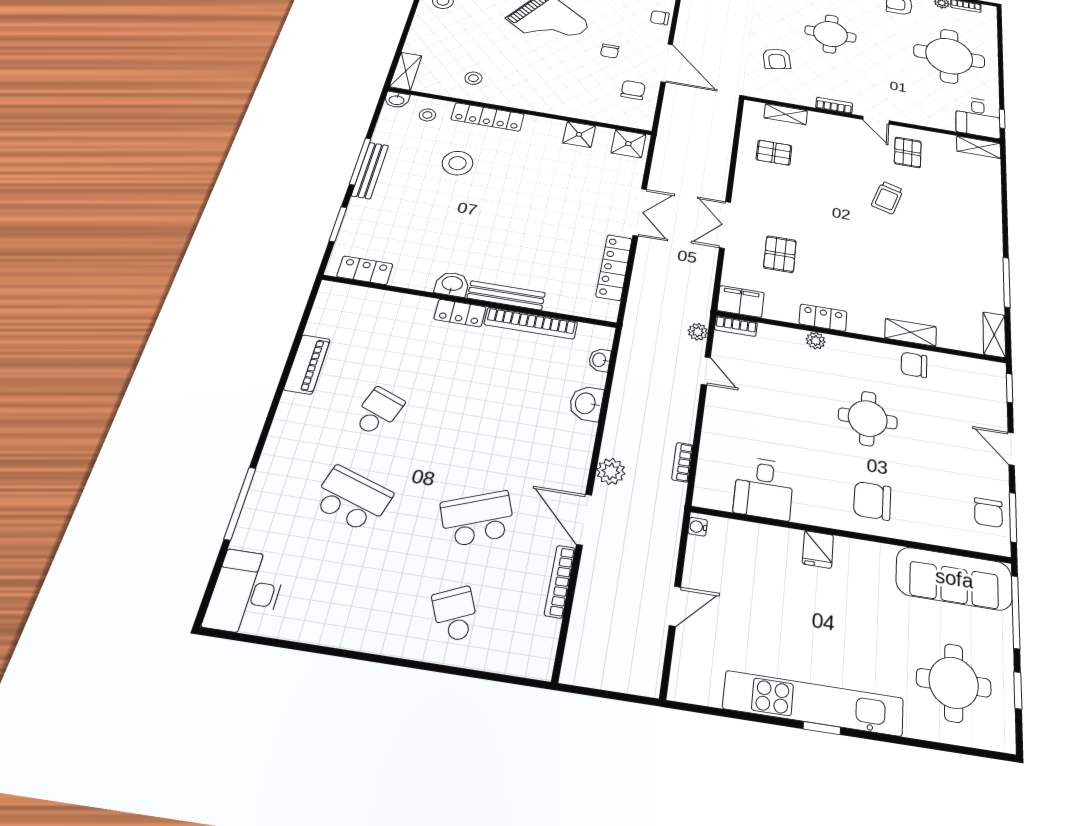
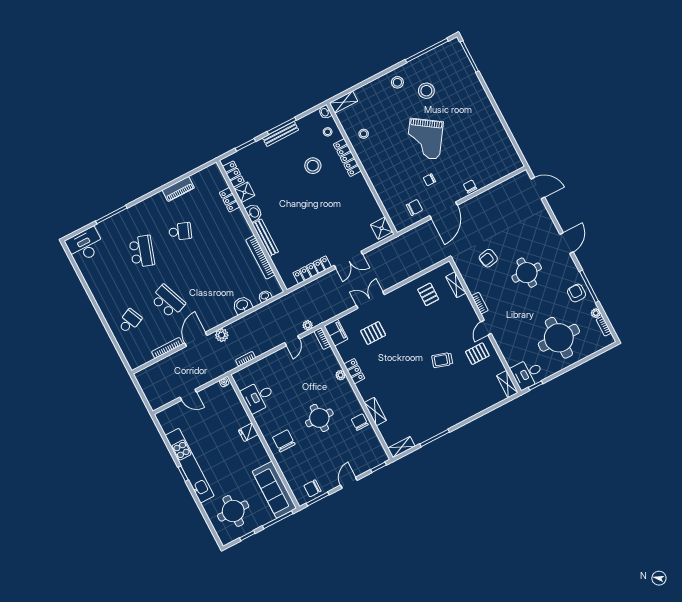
shower: (579, 134) -> (245, 192), moved
locker: (460, 313) -> (230, 200), moved

